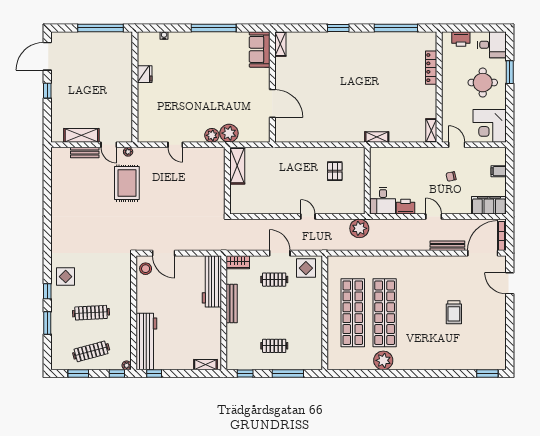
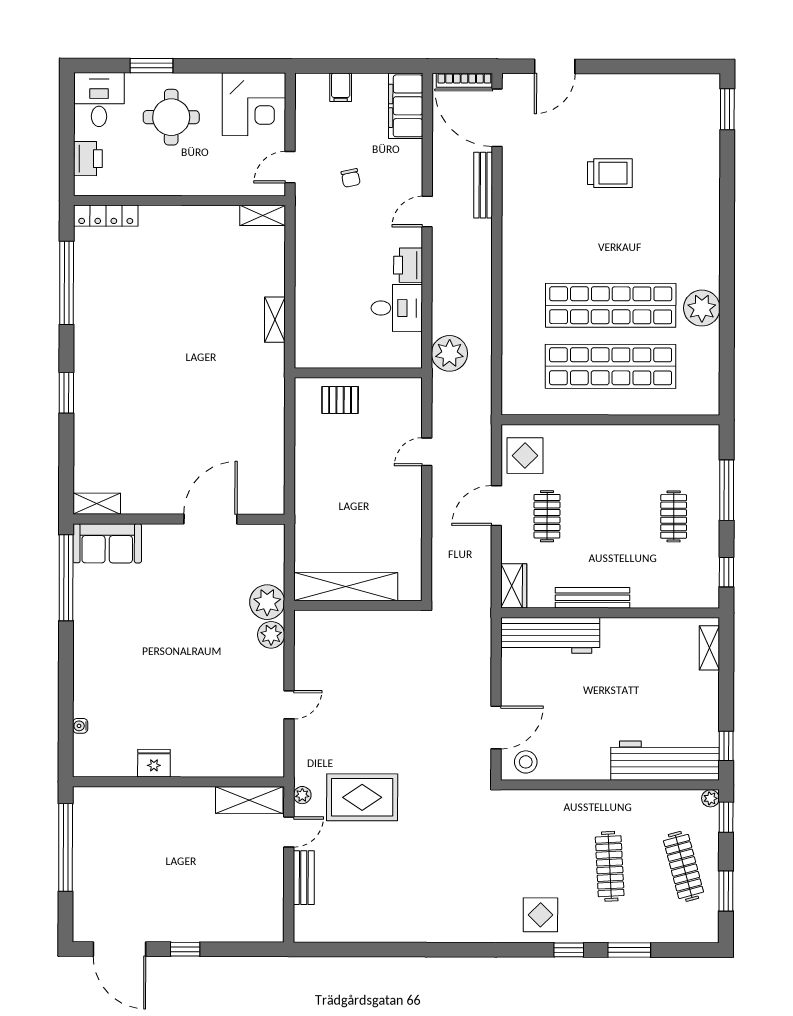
window: (214, 28) -> (66, 578), moved
locker: (431, 68) -> (106, 216), moved
shelving: (81, 135) -> (249, 800), moved, turned 90
shelving: (237, 166) -> (346, 587), width x1.47
wall: (367, 181) -> (358, 373), moved

